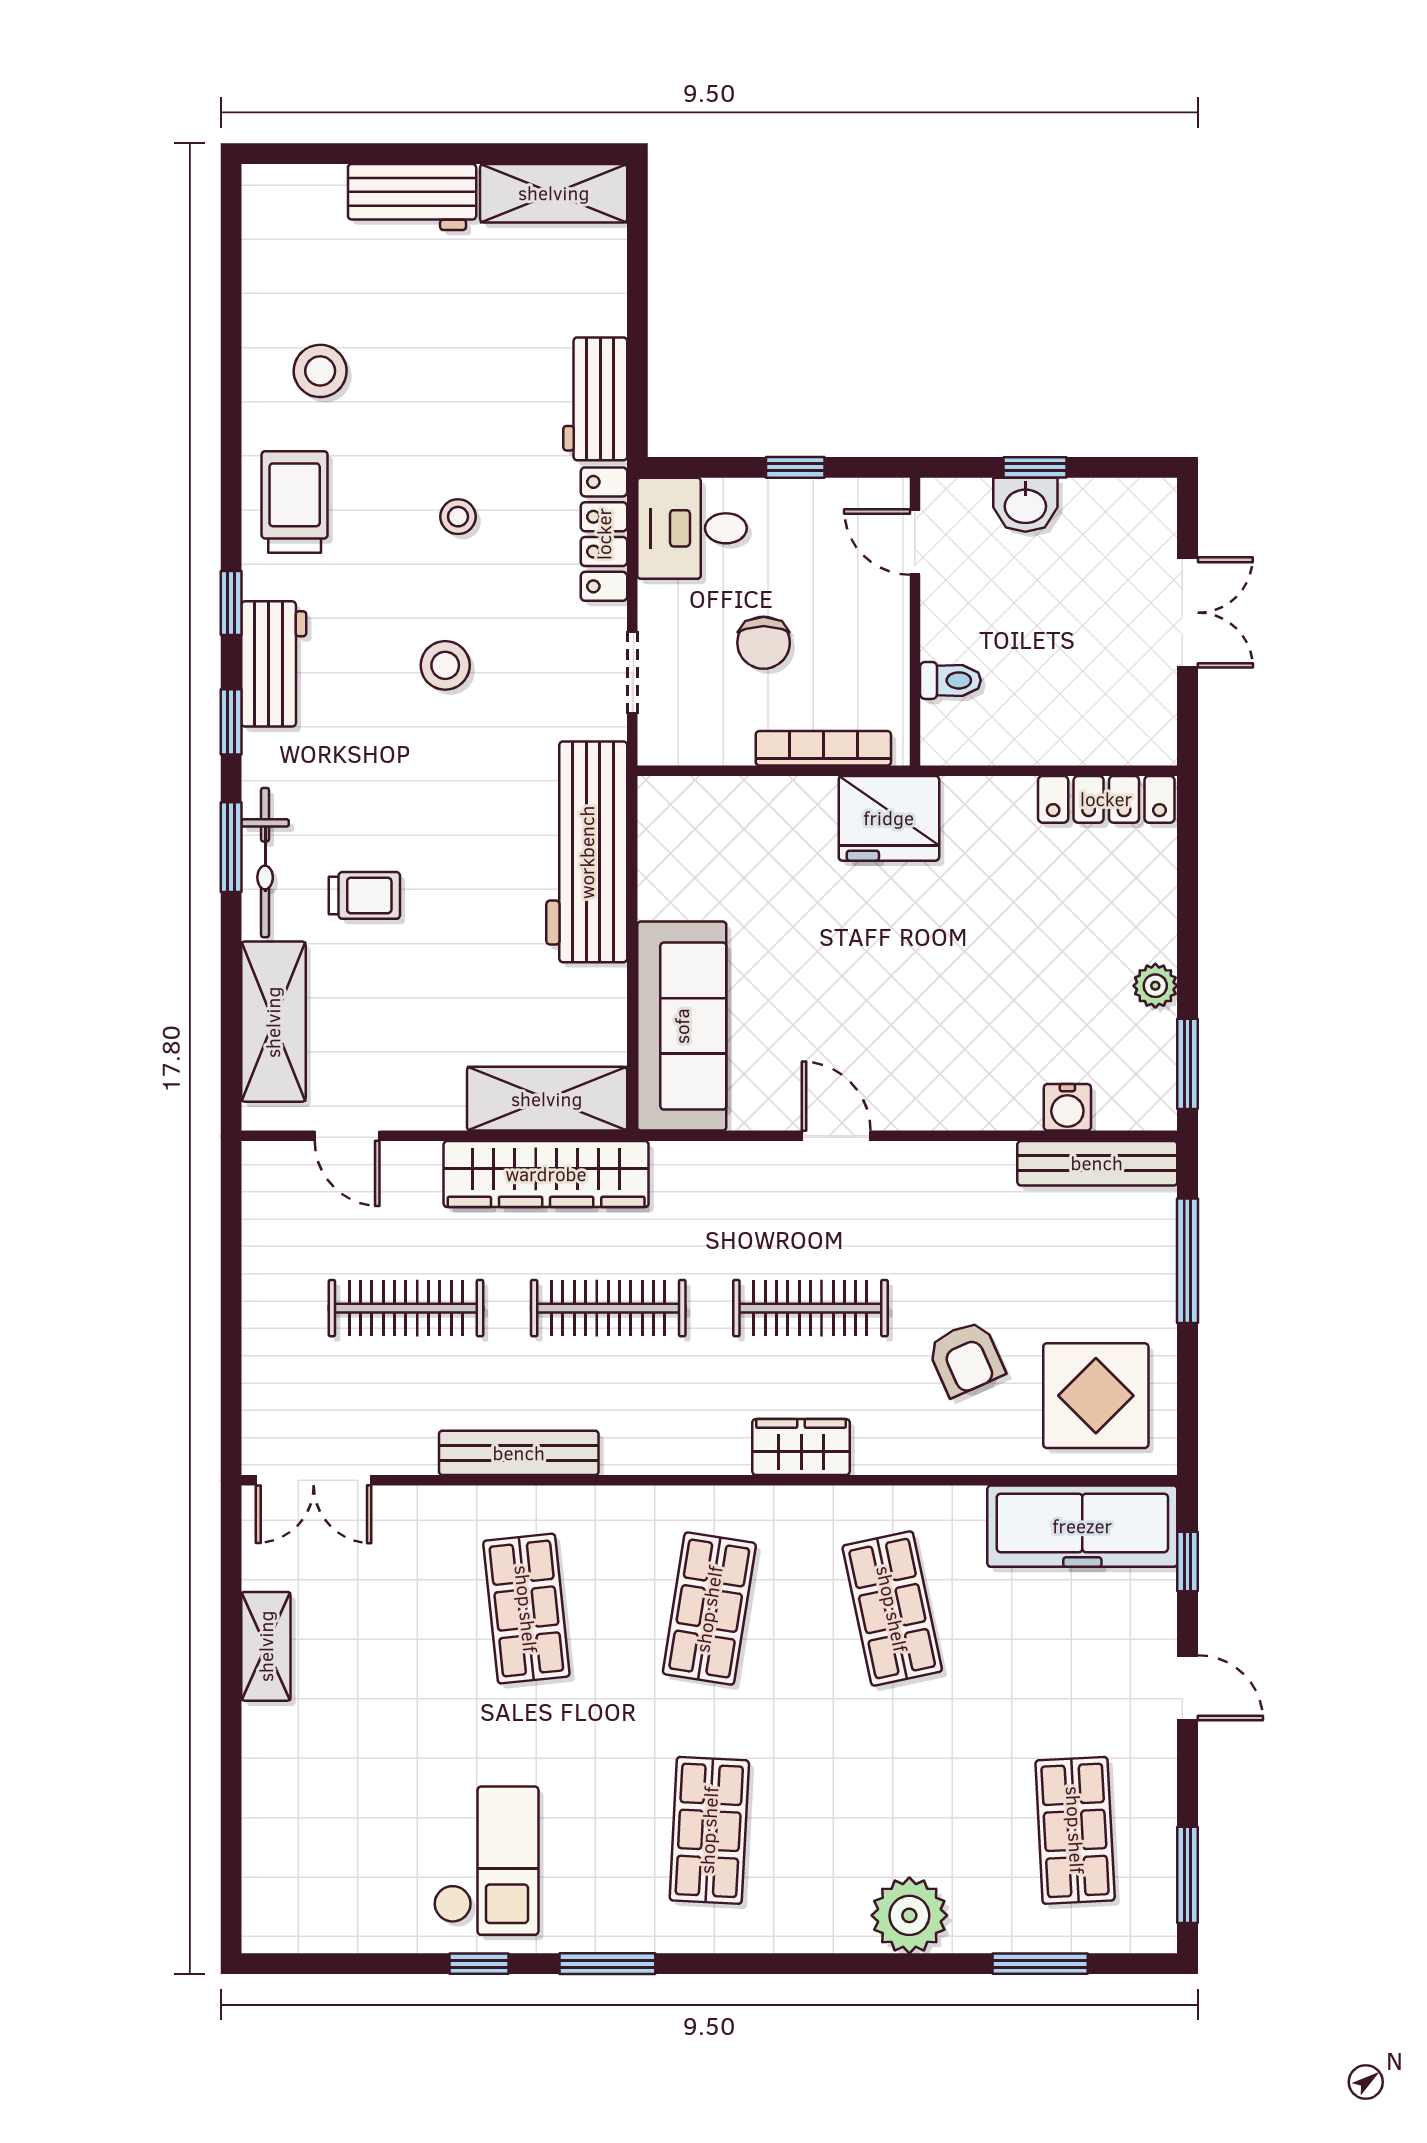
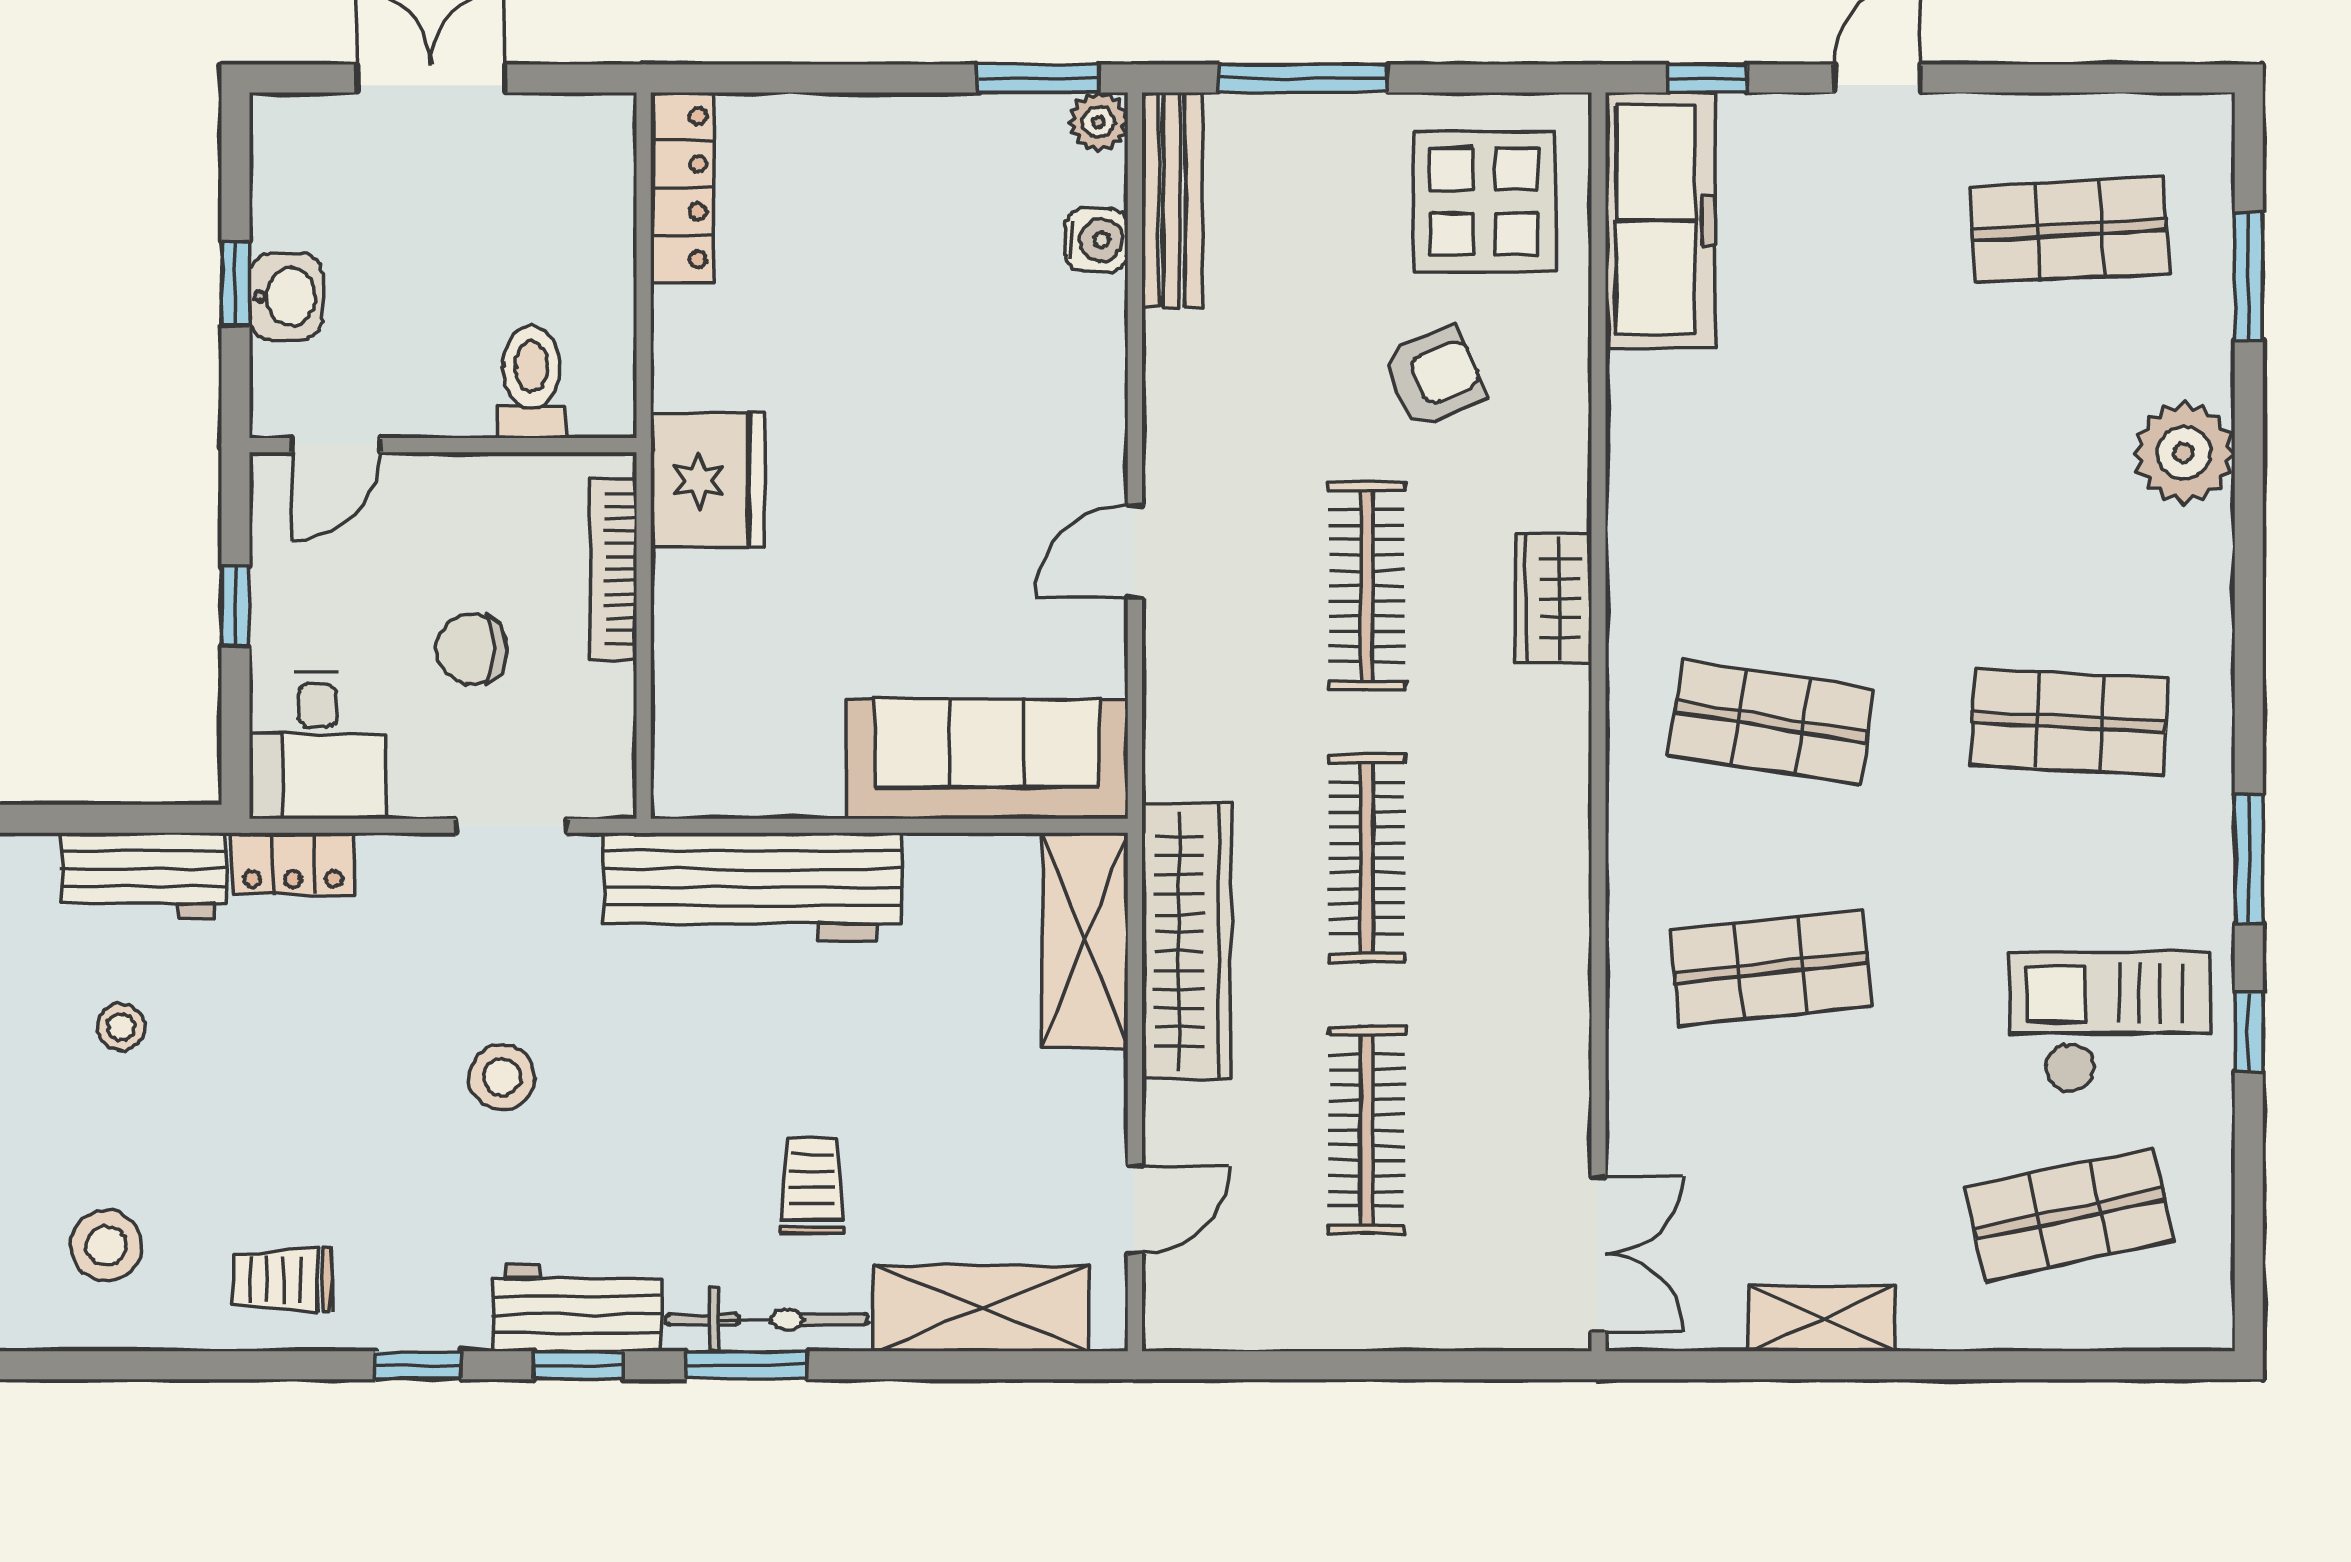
trolley: (295, 502) -> (282, 1280), width x0.73, depth x0.72
stool: (458, 517) -> (121, 1027), moved
locker: (604, 534) -> (293, 864), width x0.66
chair: (764, 643) -> (471, 649), turned 180
workbench: (274, 664) -> (577, 1308), moved
toilet: (950, 680) -> (532, 382), width x1.37, depth x1.39
plant: (1155, 986) -> (1098, 122), moved
bench: (519, 1453) -> (1561, 978), removed
shop shelf: (892, 1609) -> (2069, 1214), moved
window: (1188, 1875) -> (2129, 78), removed

